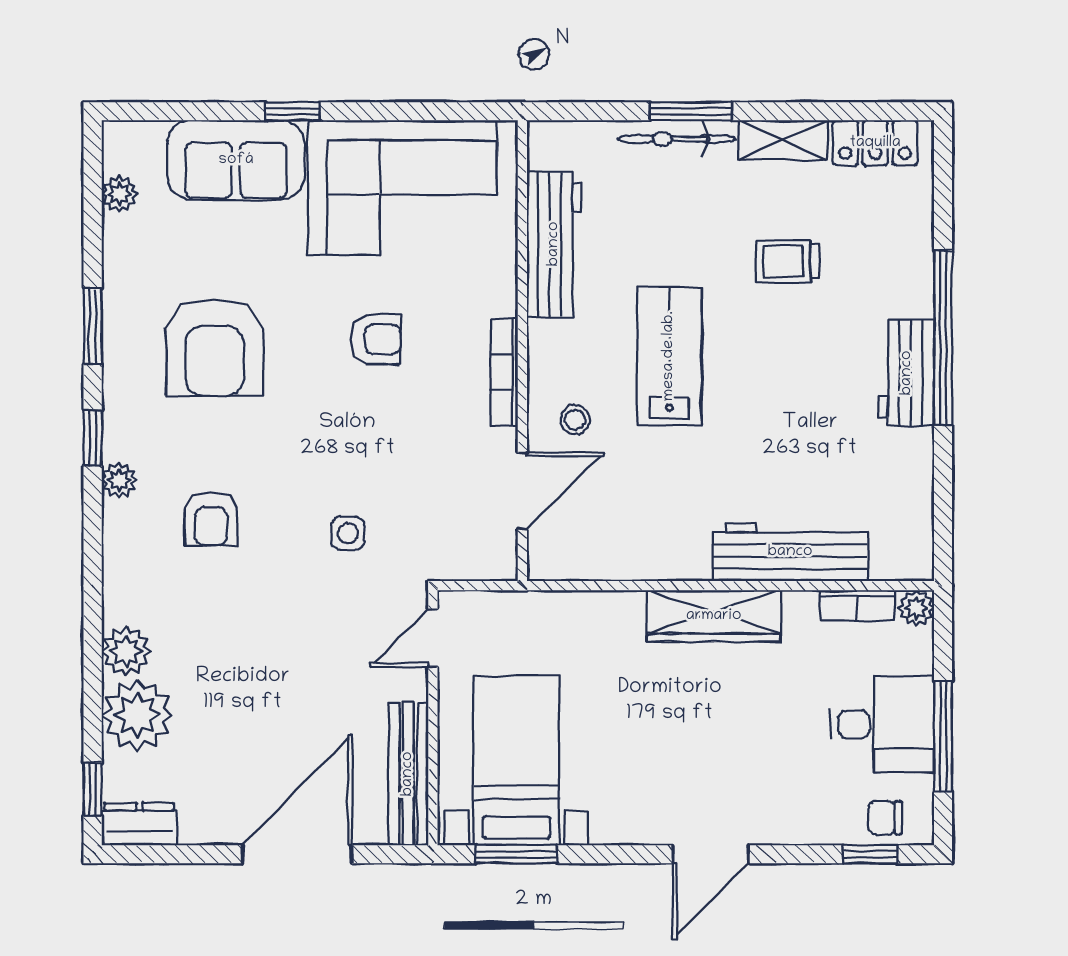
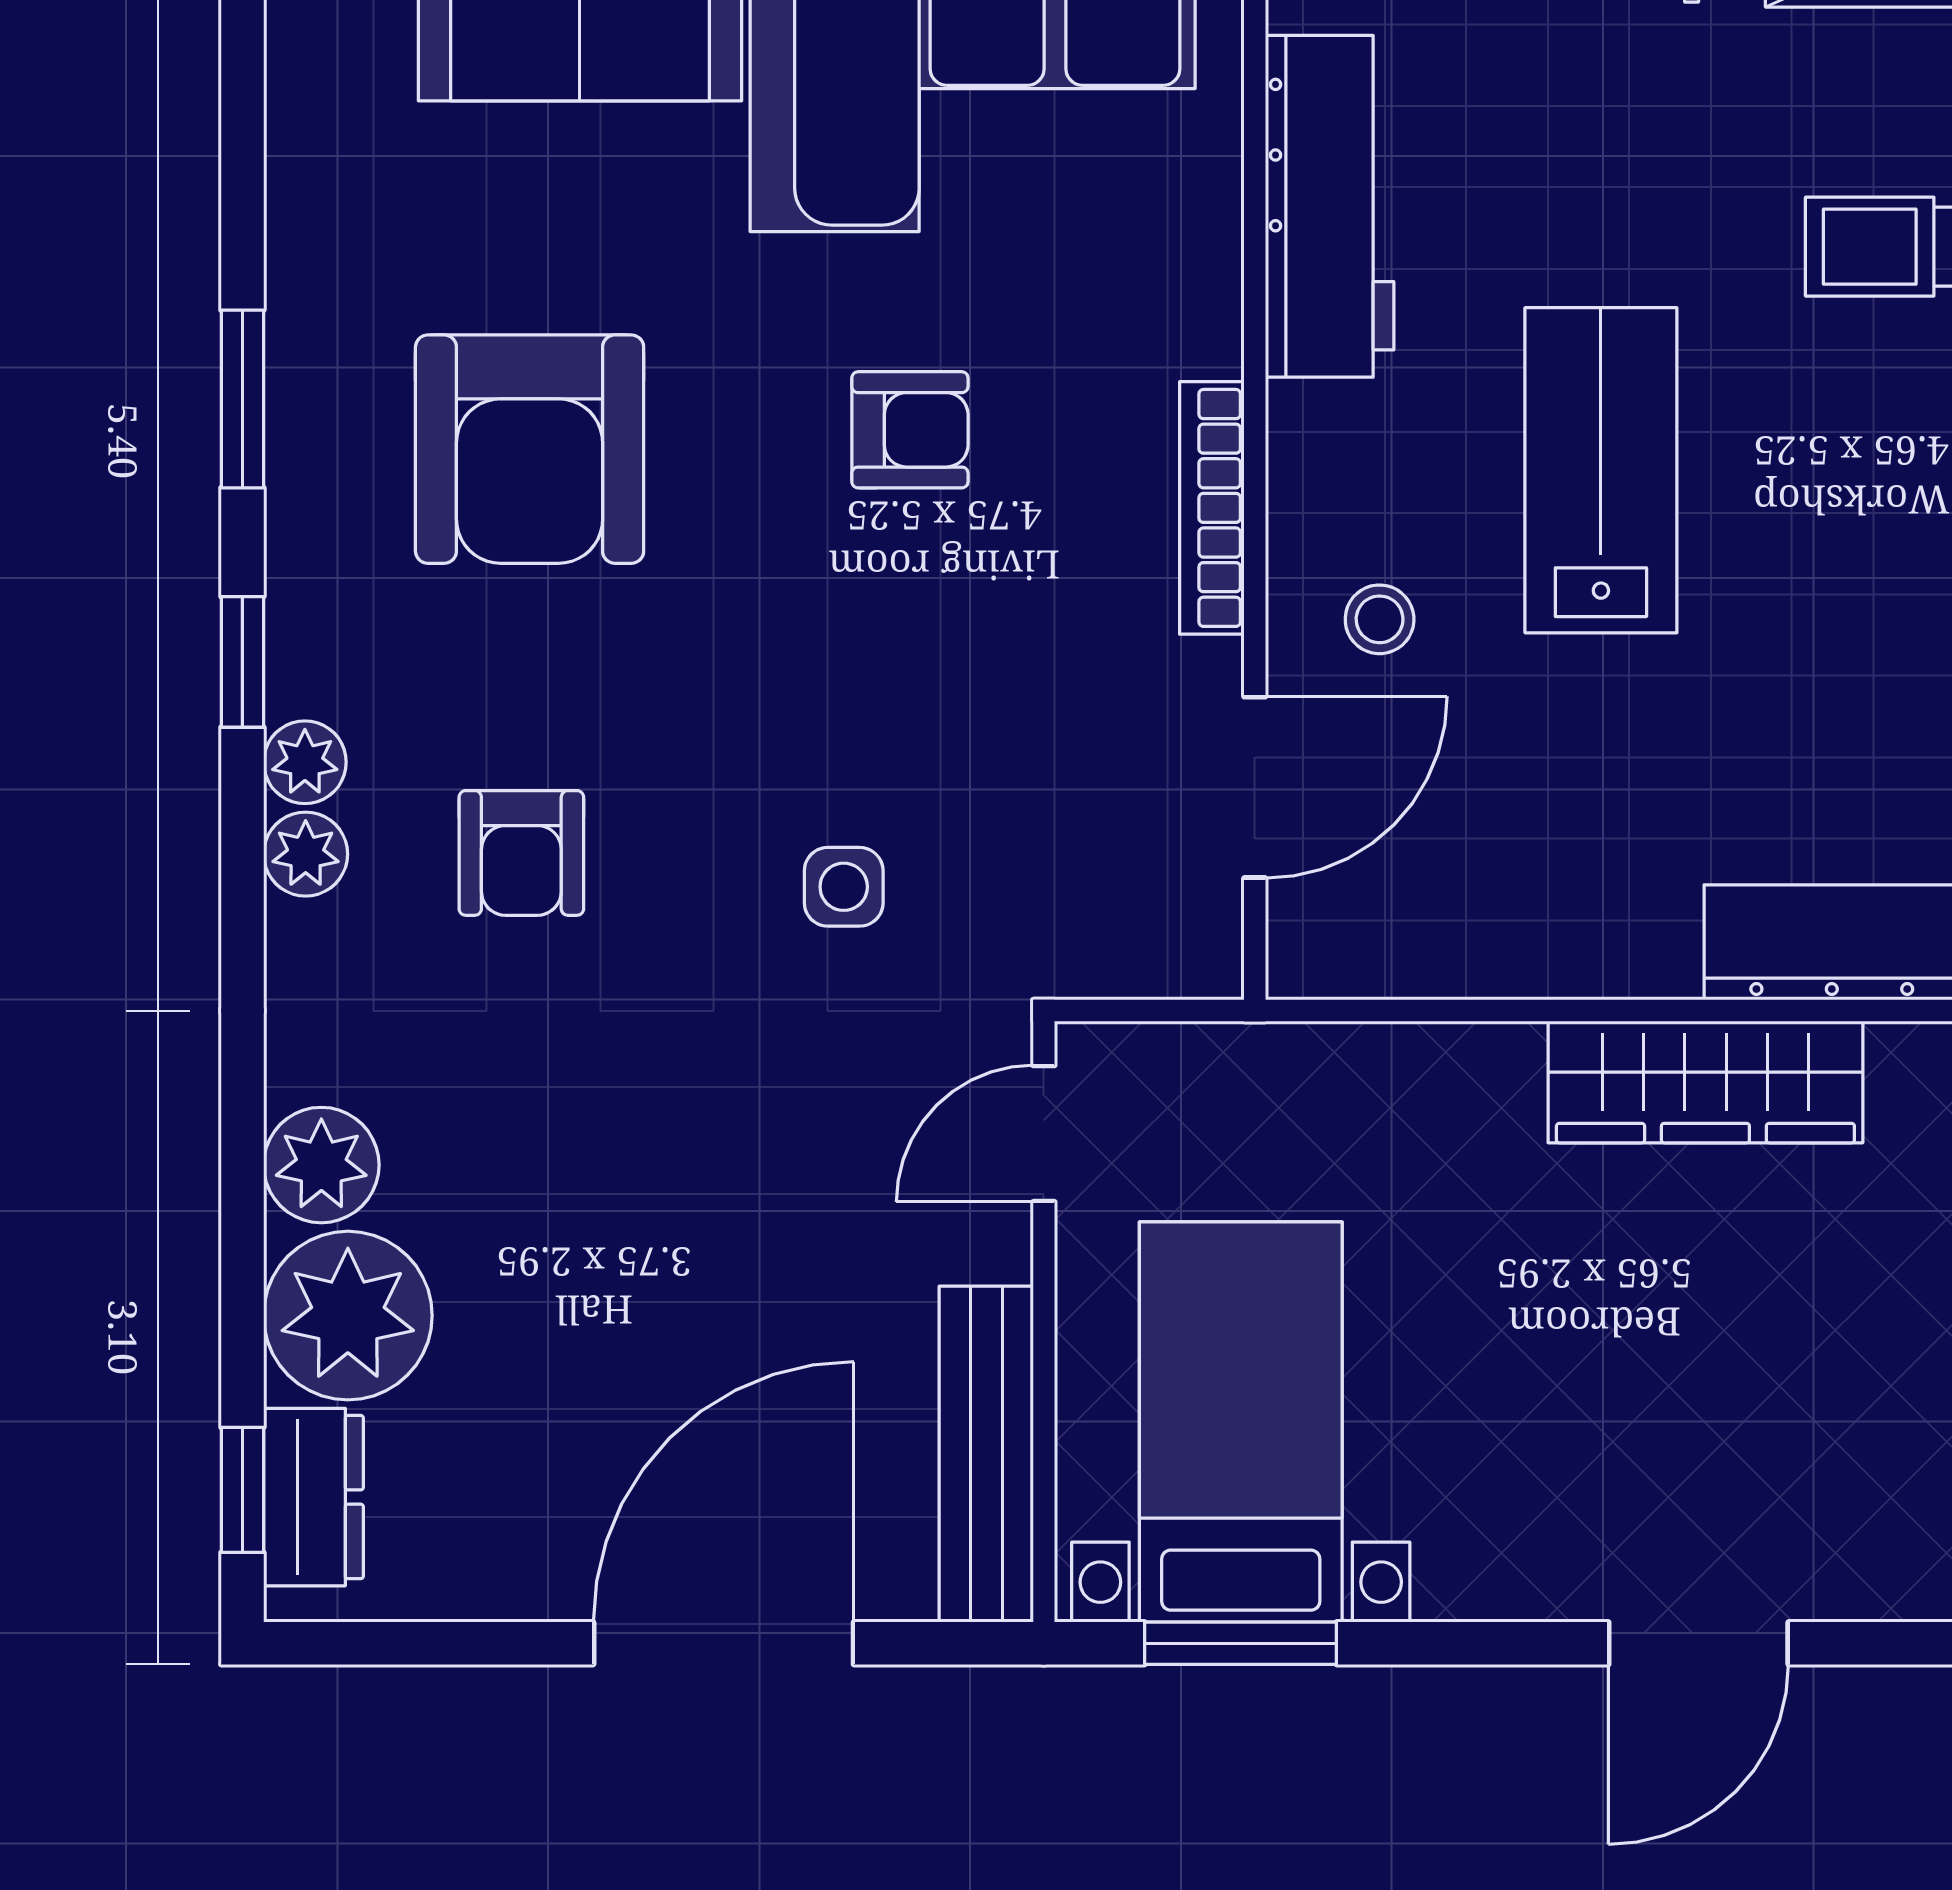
plant: (119, 194) -> (306, 854), moved
dresser: (139, 824) -> (313, 1497), moved, turned 90

